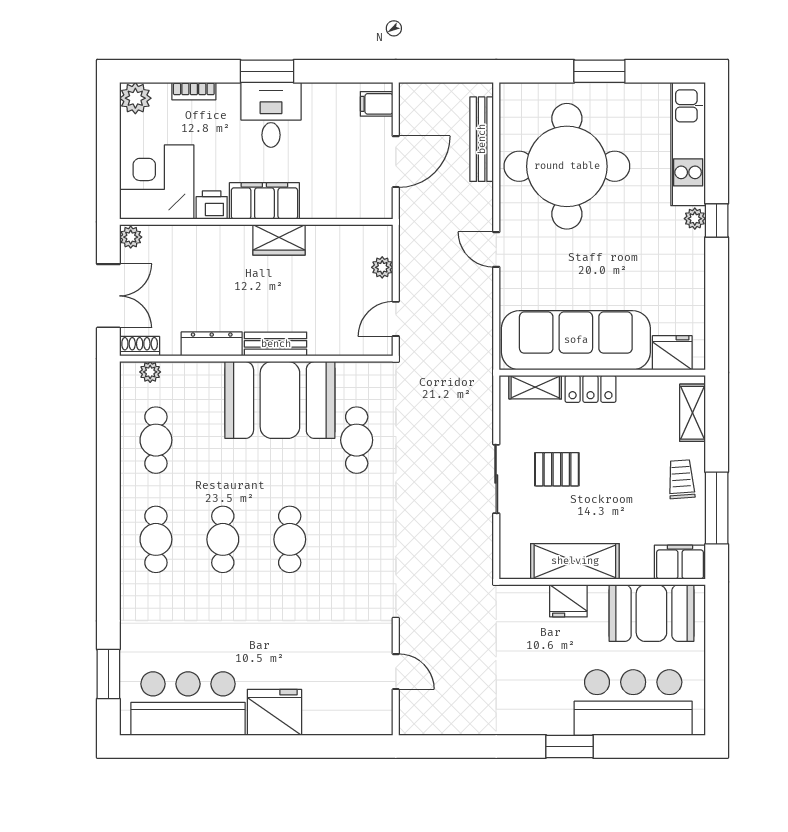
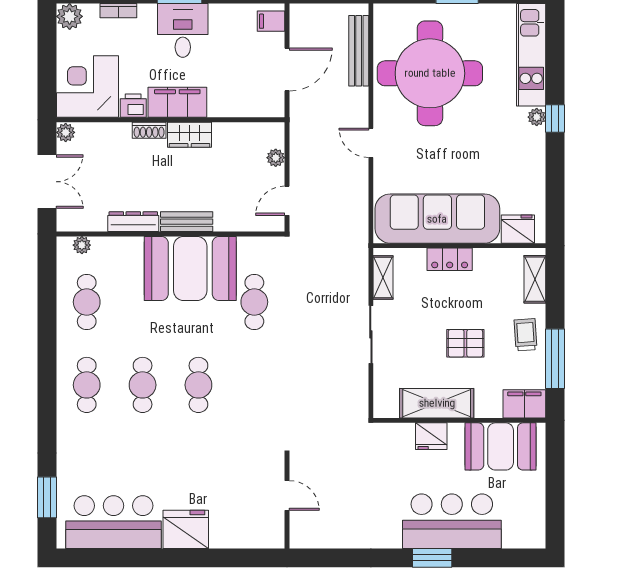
shoe rack: (140, 346) -> (149, 130), moved, turned 180
shelving: (535, 387) -> (383, 277), moved, turned 90
pallet: (557, 469) -> (465, 343), moved
bar counter: (633, 703) -> (452, 521), moved

